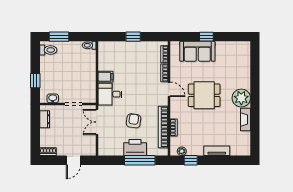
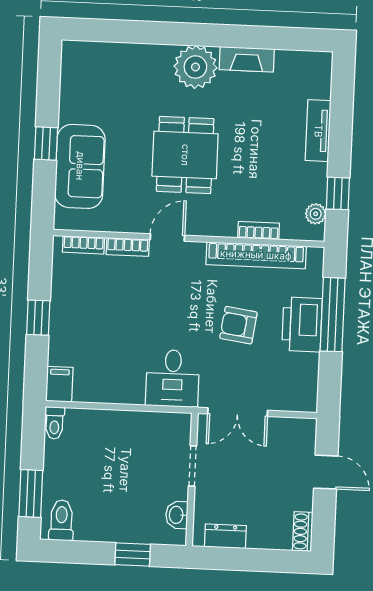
filing cabinet: (105, 77) -> (59, 384), moved

